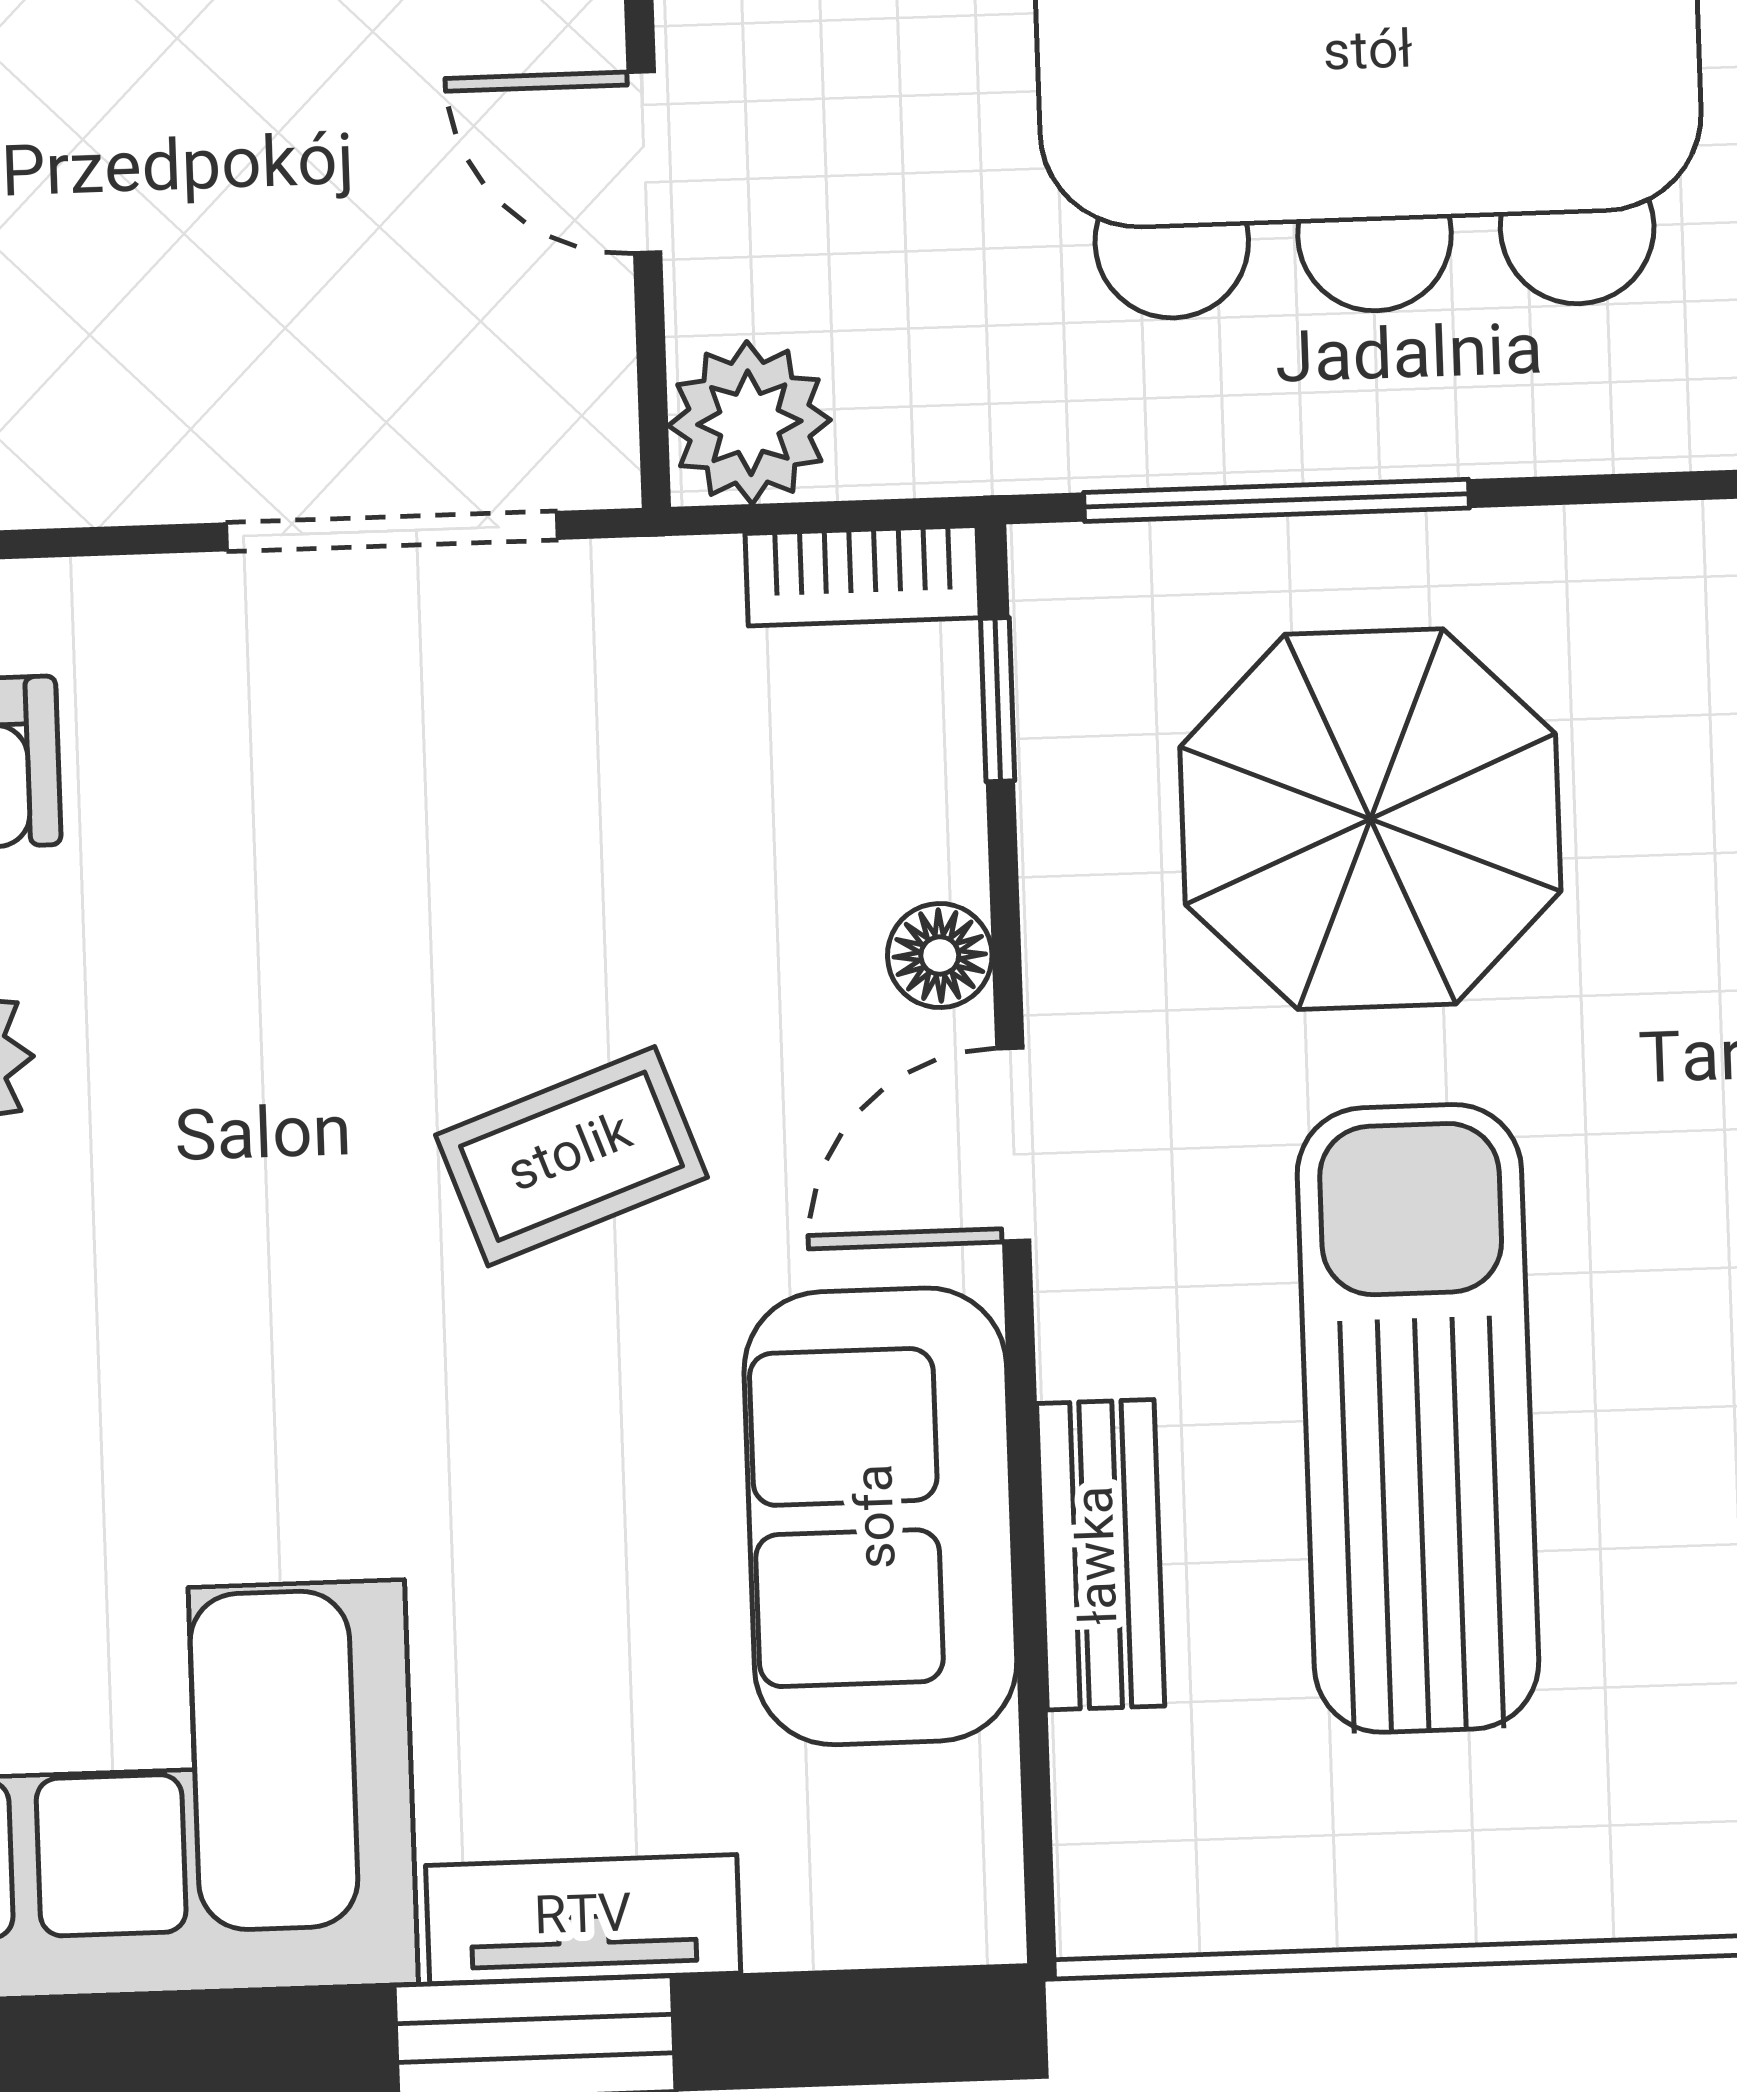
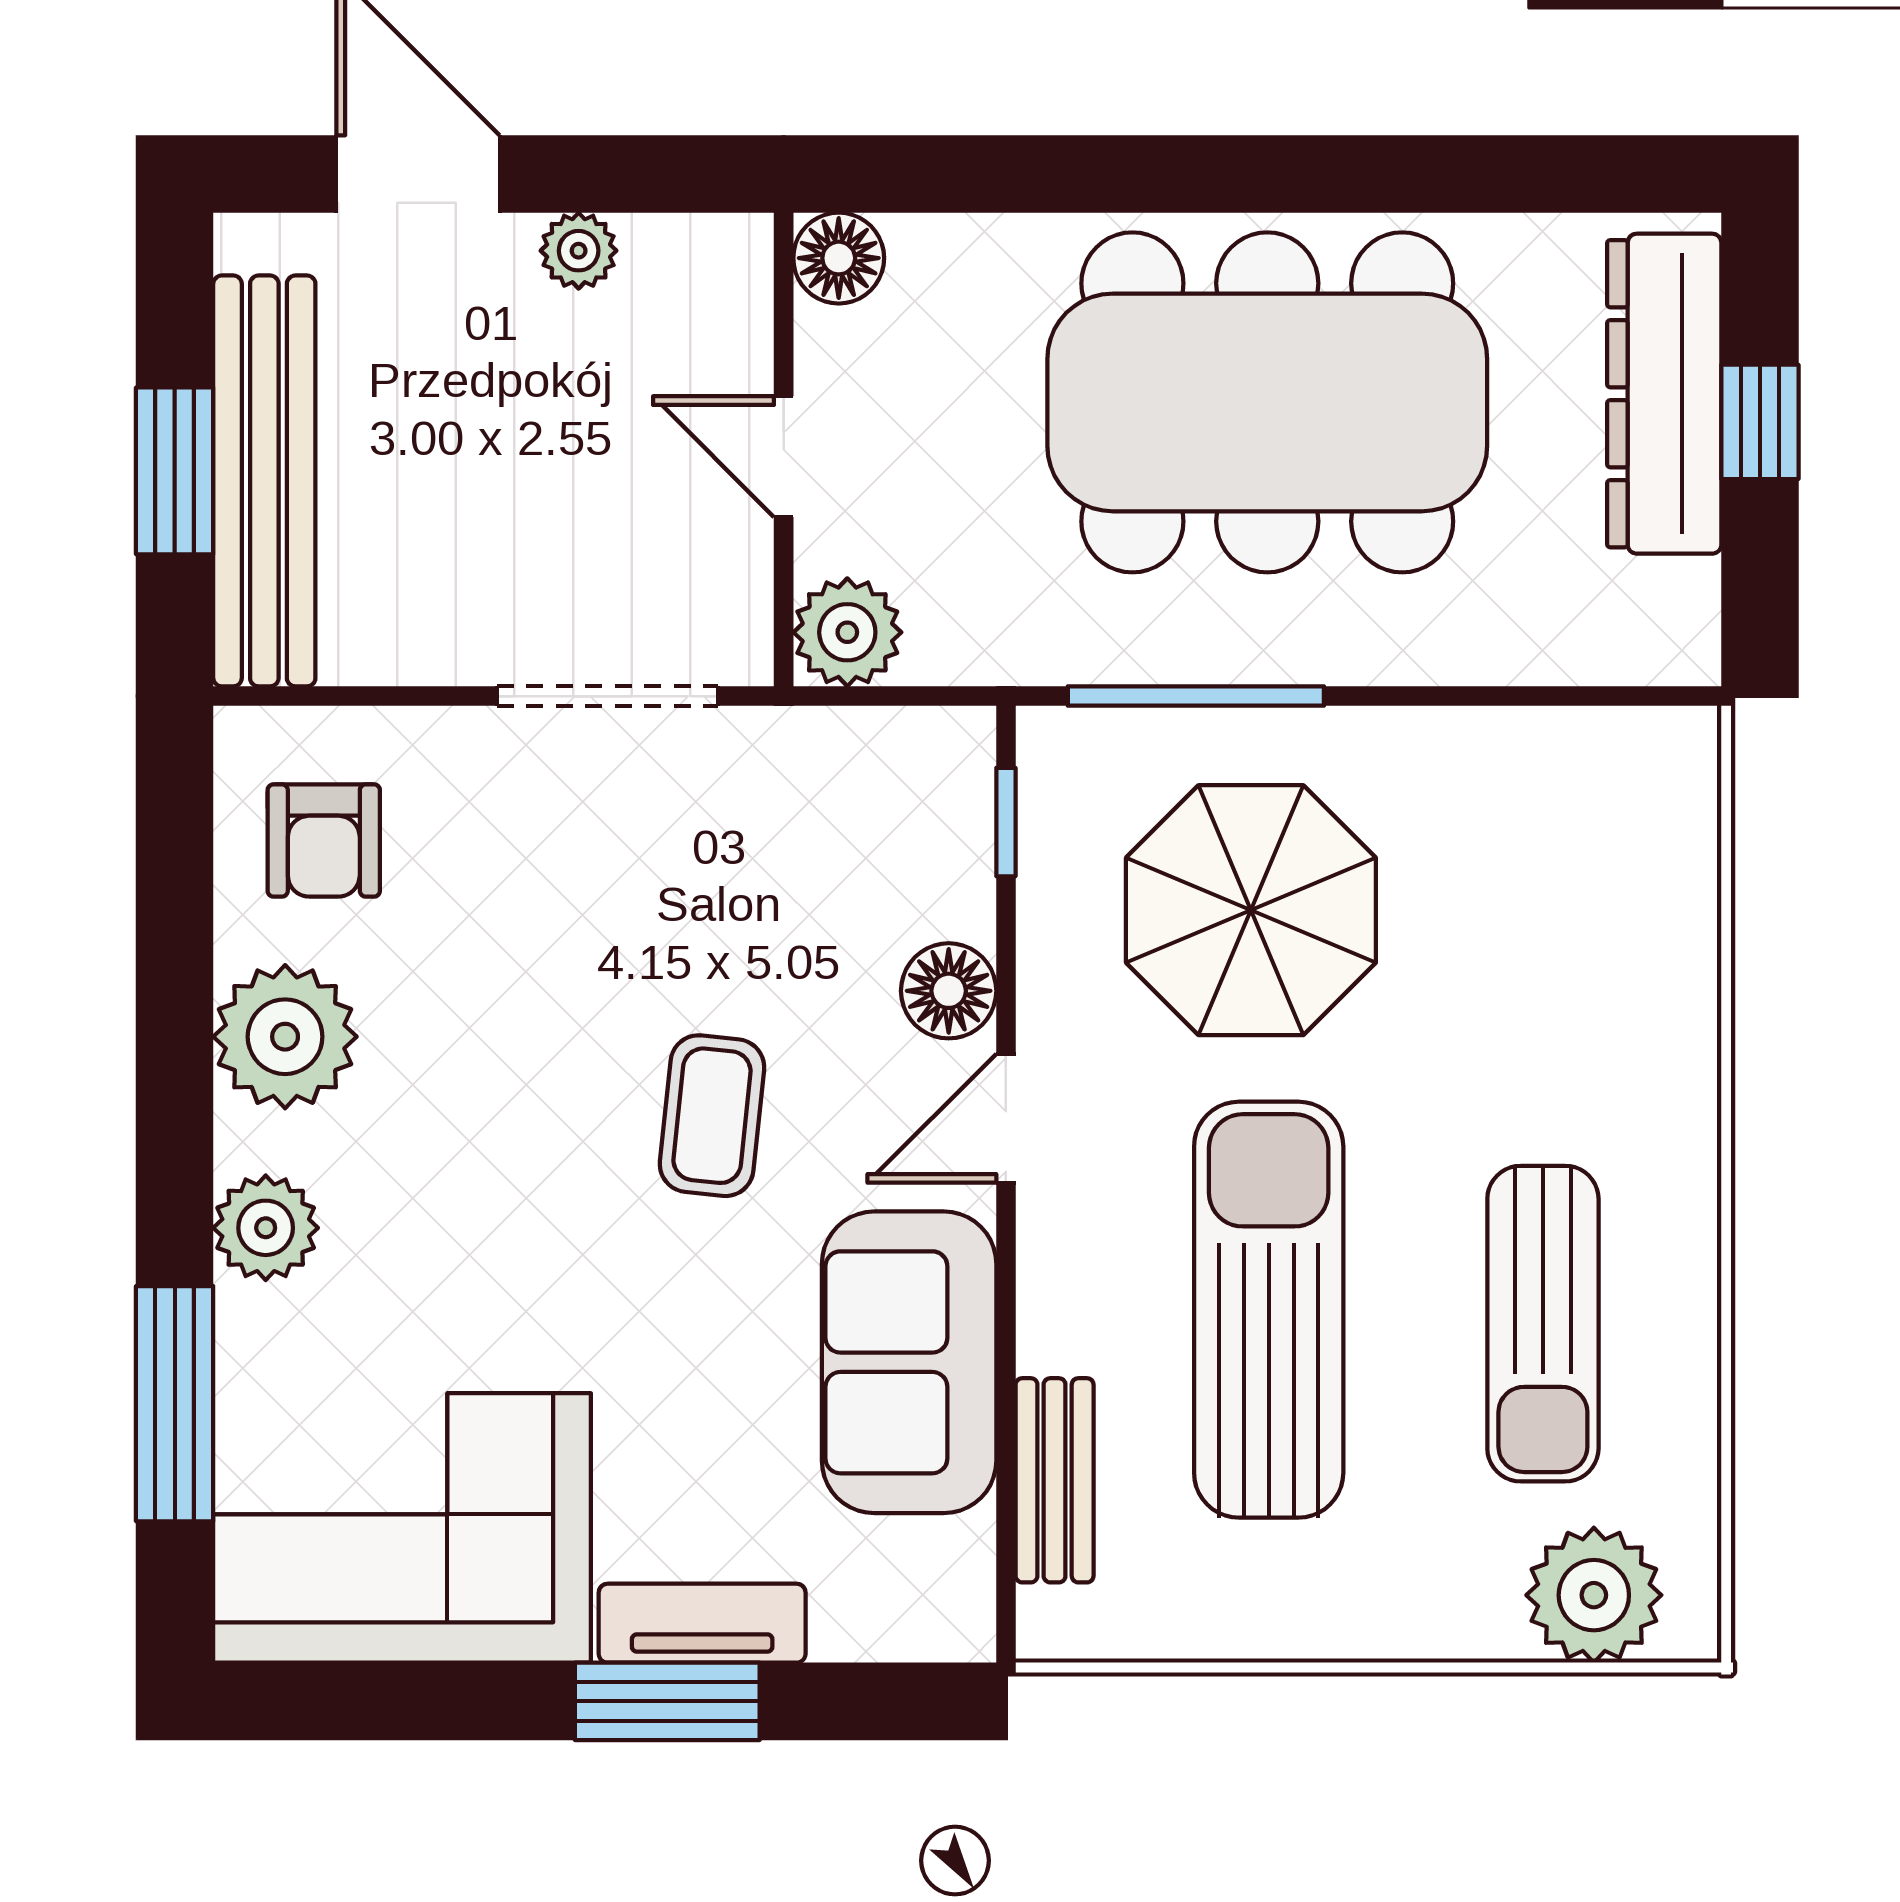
bookcase: (863, 576) -> (919, 737), removed
floor lamp: (940, 956) -> (949, 991), width x1.37, depth x1.37
coffee table: (571, 1156) -> (712, 1116), turned -64
bench: (1101, 1555) -> (1055, 1480), moved

